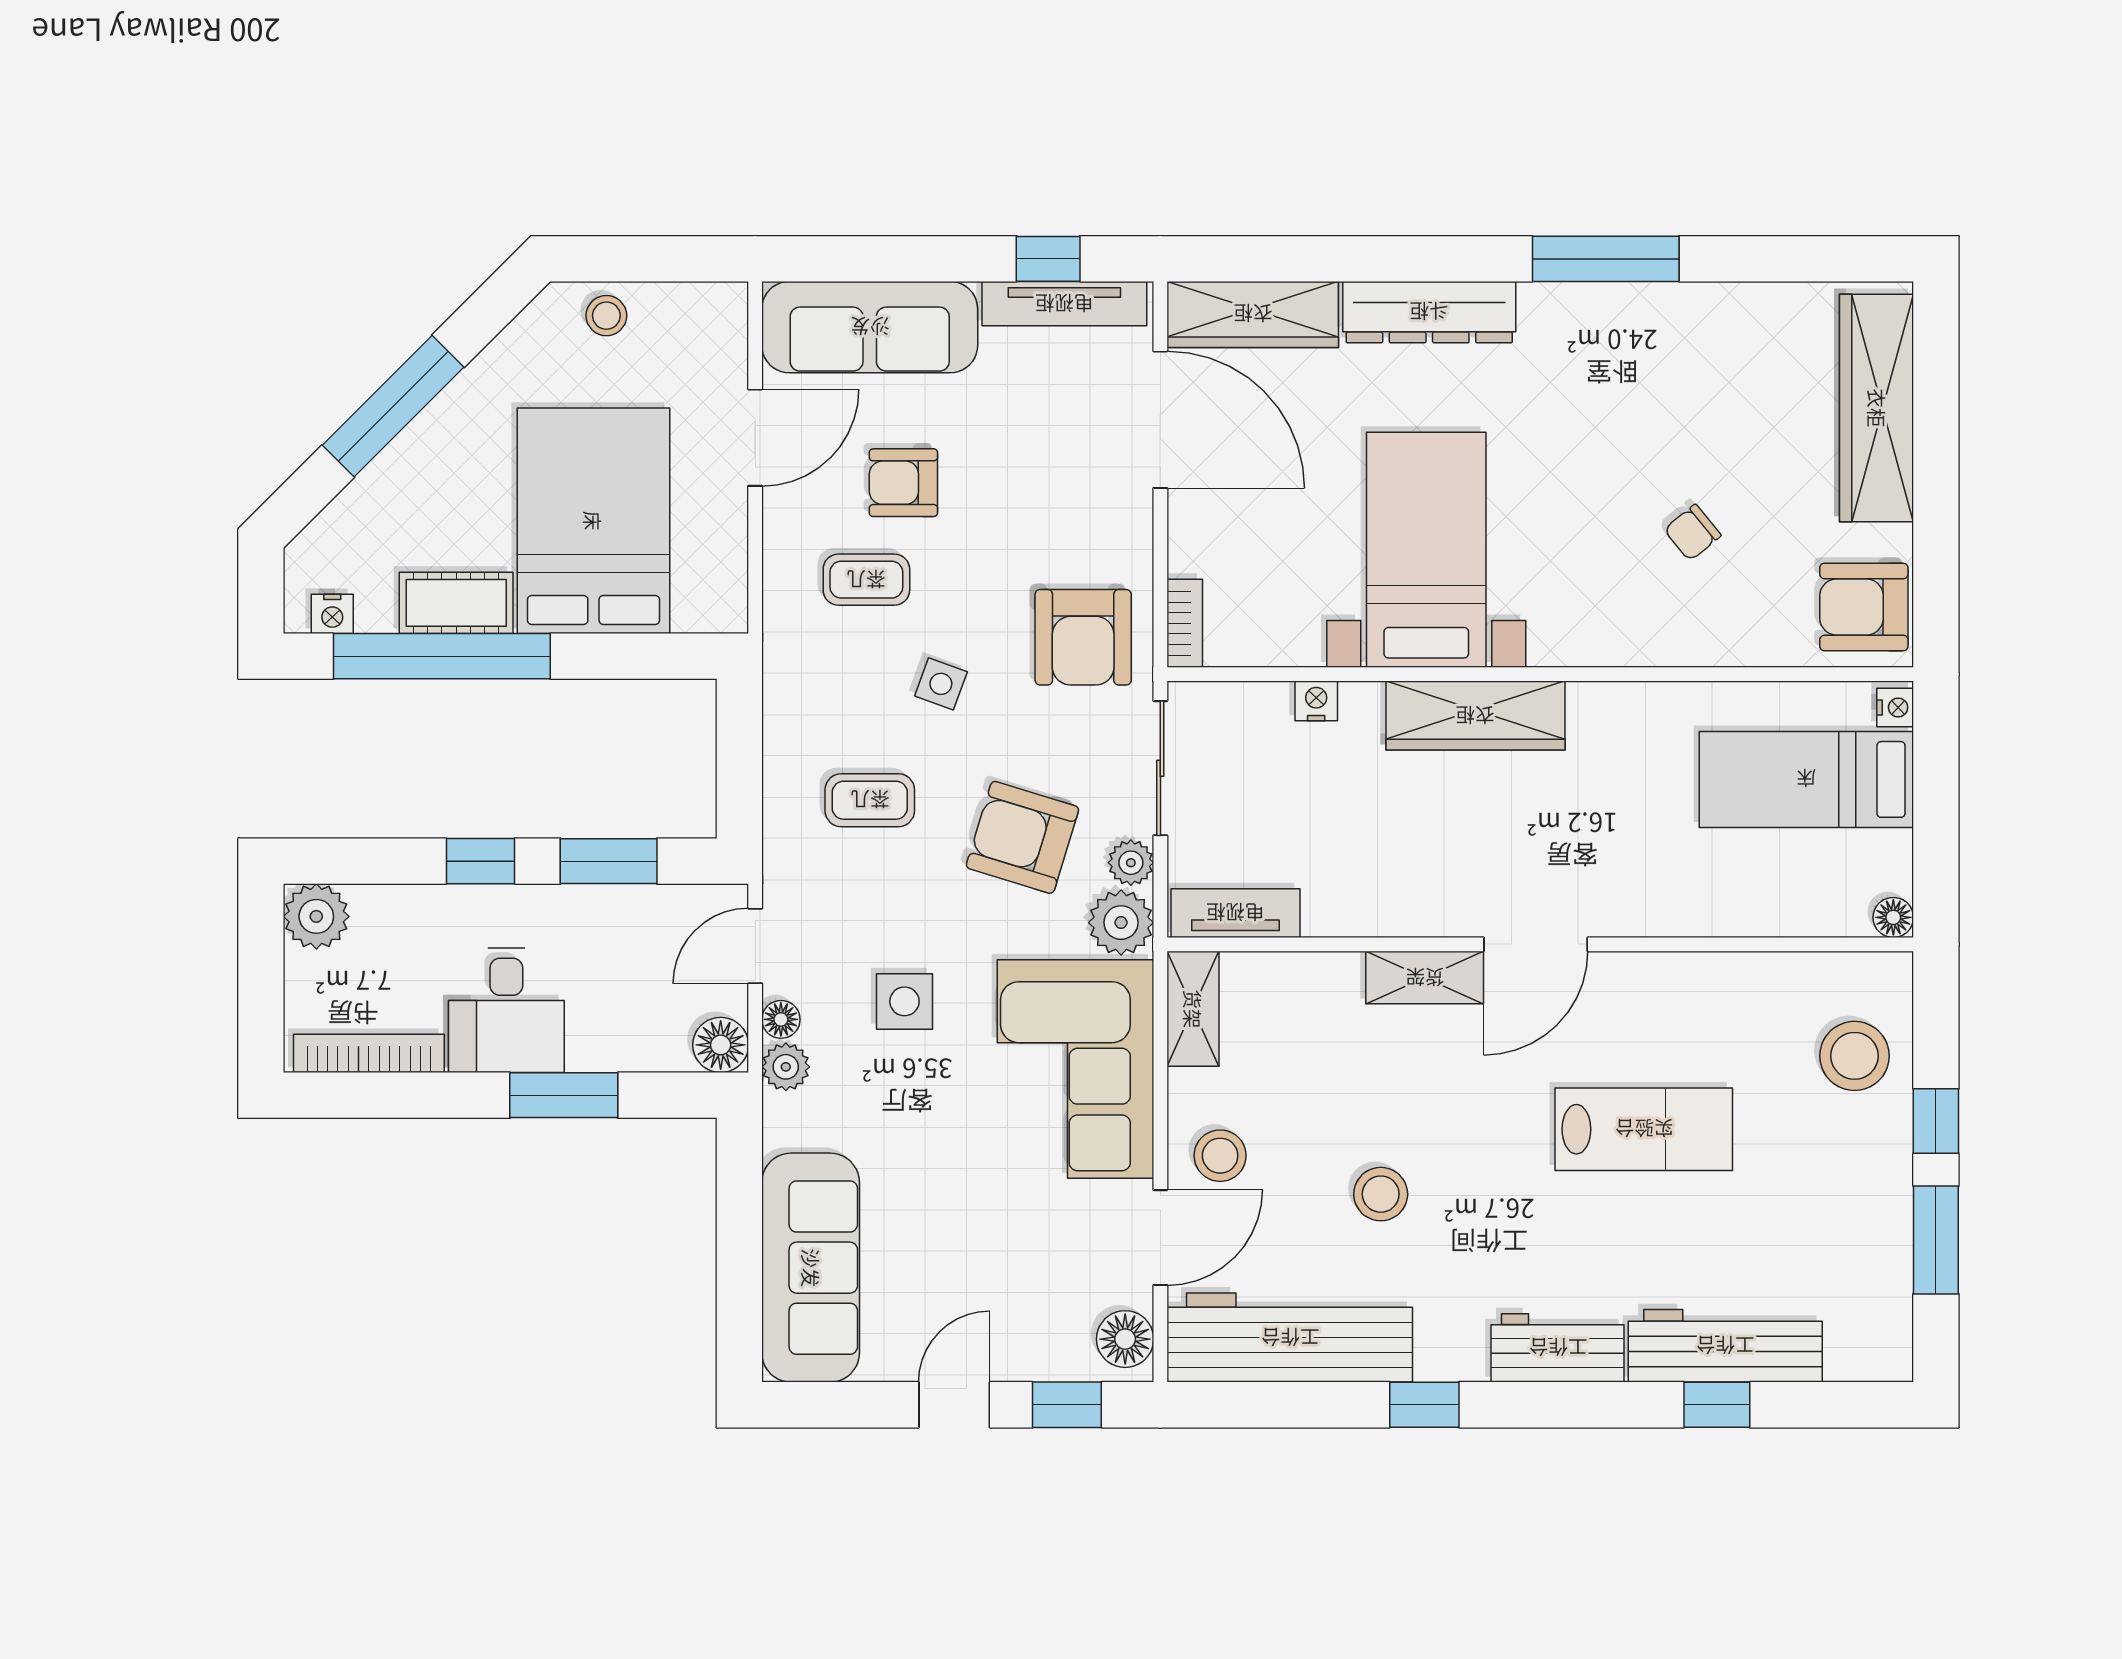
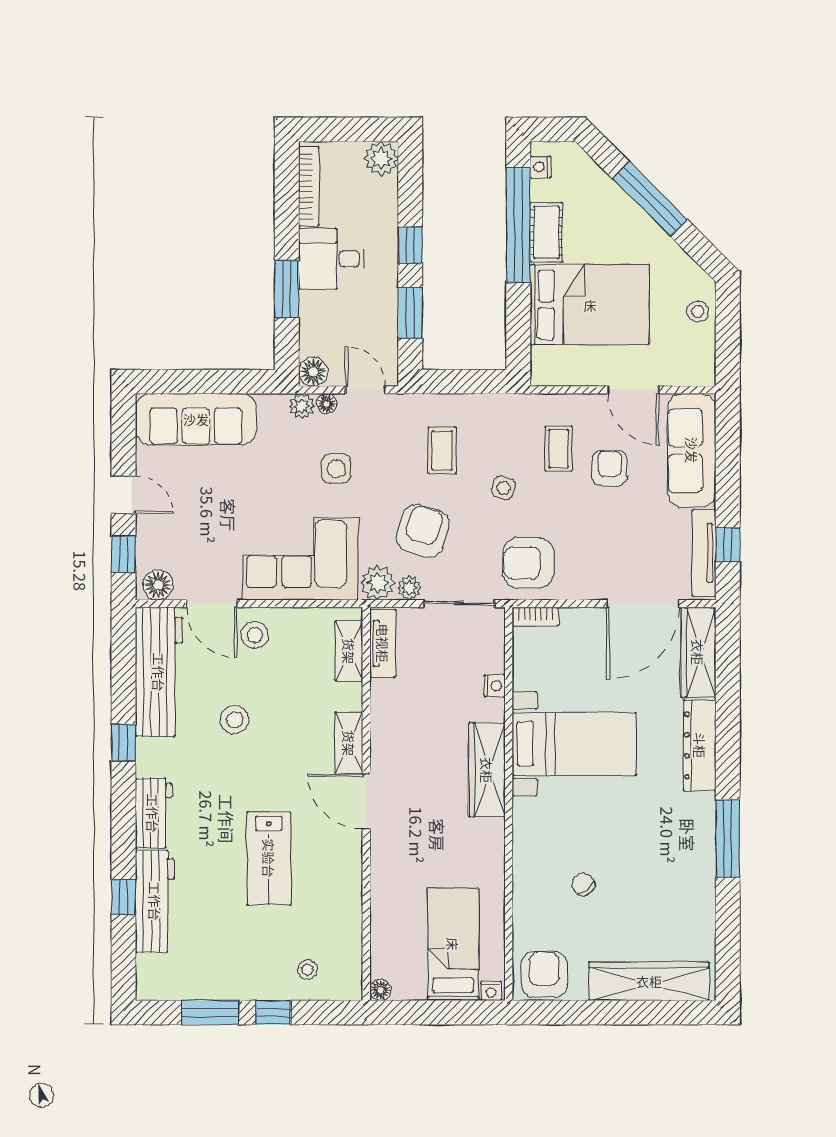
shelving: (1193, 1009) -> (349, 651), moved, turned 90
stool: (1854, 1056) -> (307, 970), width x0.53, depth x0.53

